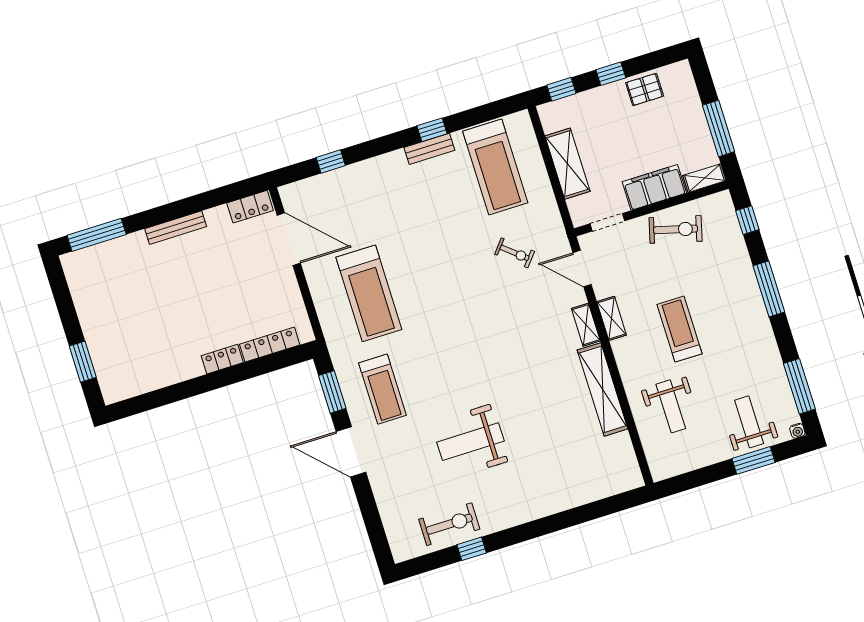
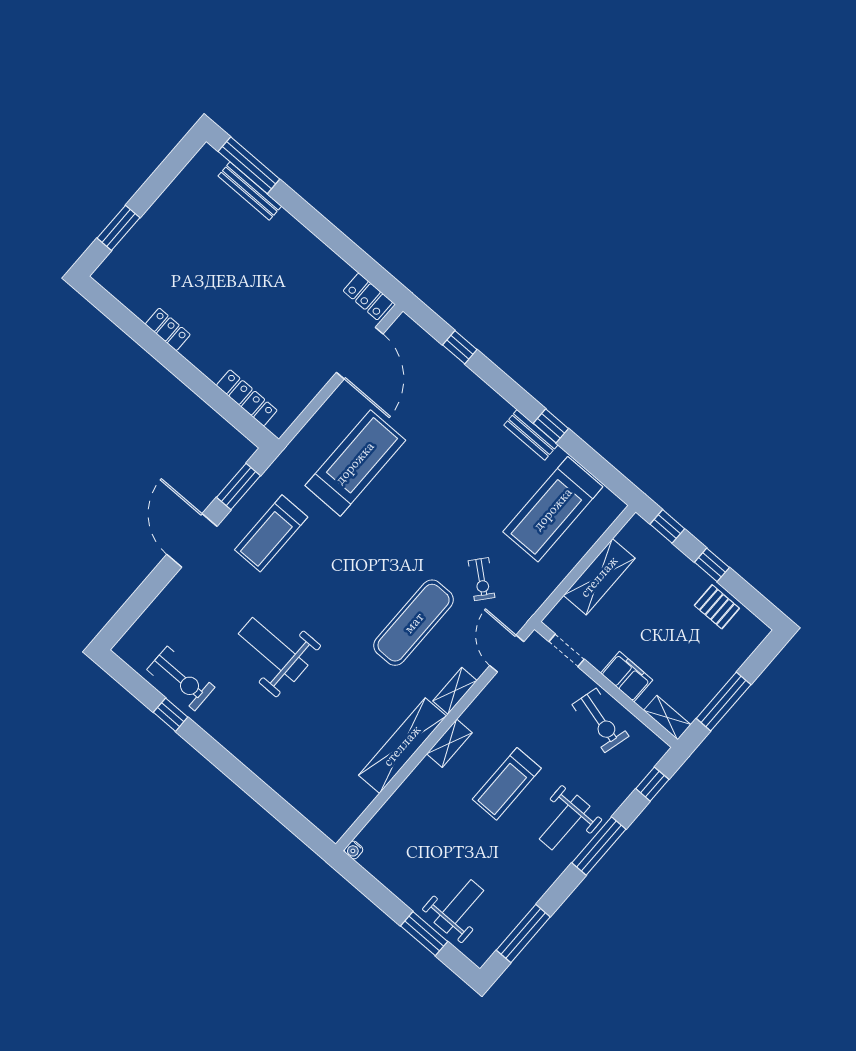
filing cabinet: (654, 187) -> (627, 677), width x0.67, depth x0.86
bench: (176, 228) -> (250, 191), moved
treadmill: (369, 293) -> (355, 463), turned 180
shelving: (612, 318) -> (449, 743), moved
exercise mat: (516, 324) -> (414, 623), added
treadmill: (680, 329) -> (507, 784), turned 180
locker: (222, 359) -> (168, 329), moved
weight bench: (671, 406) -> (565, 823), moved
water cooler: (797, 431) -> (354, 850), moved

